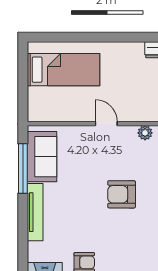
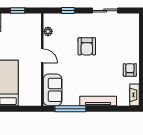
door: (106, 124) -> (42, 56), swing flipped
sofa: (42, 157) -> (53, 90), moved, turned 90

